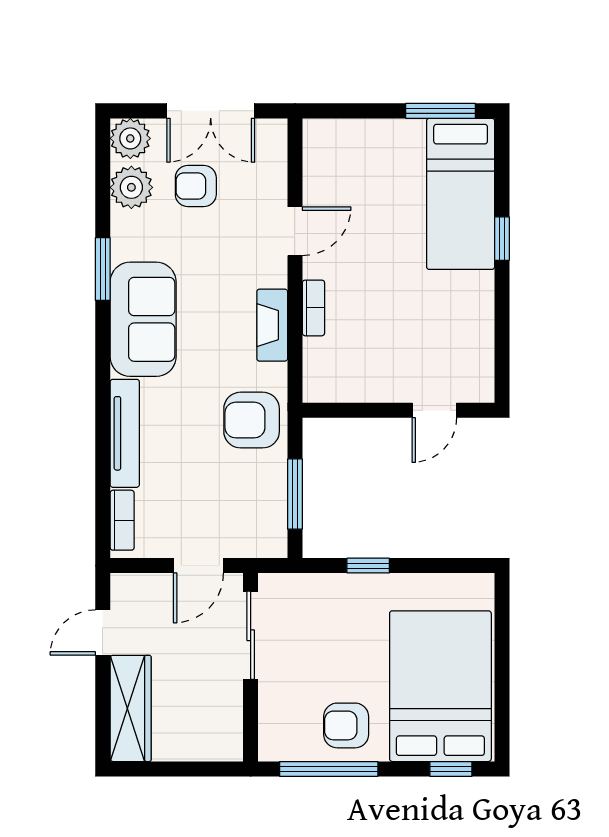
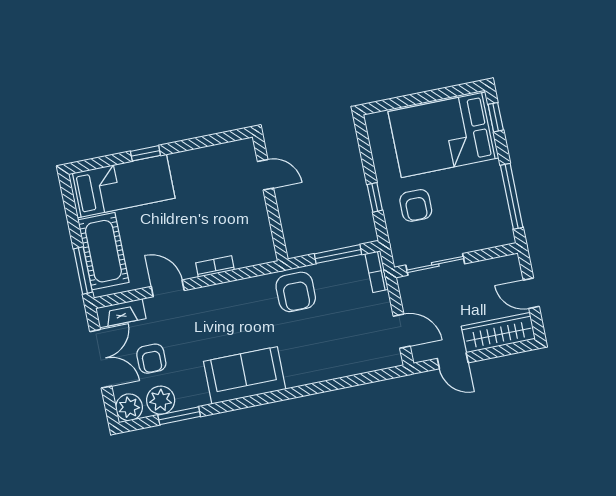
window: (441, 111) -> (83, 271), moved
cot: (370, 147) -> (103, 251), added
window: (103, 269) -> (179, 416), moved
fireplace: (272, 325) -> (121, 313), moved
tv unit: (125, 433) -> (321, 372), removed
bookcase: (122, 520) -> (377, 272), moved, turned -90
door: (198, 566) -> (402, 331), moved
armchair: (346, 725) -> (416, 205), moved
door: (179, 769) -> (531, 293), added

